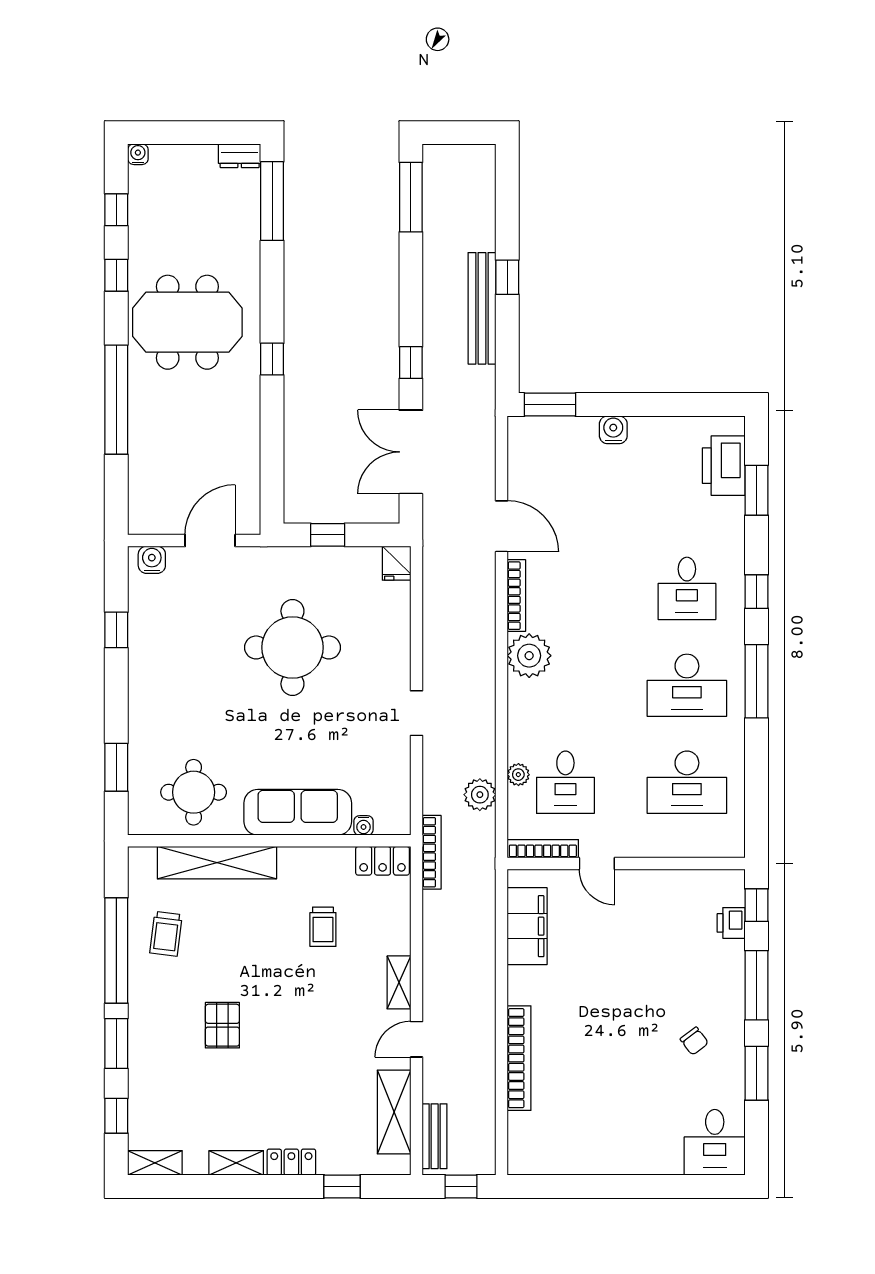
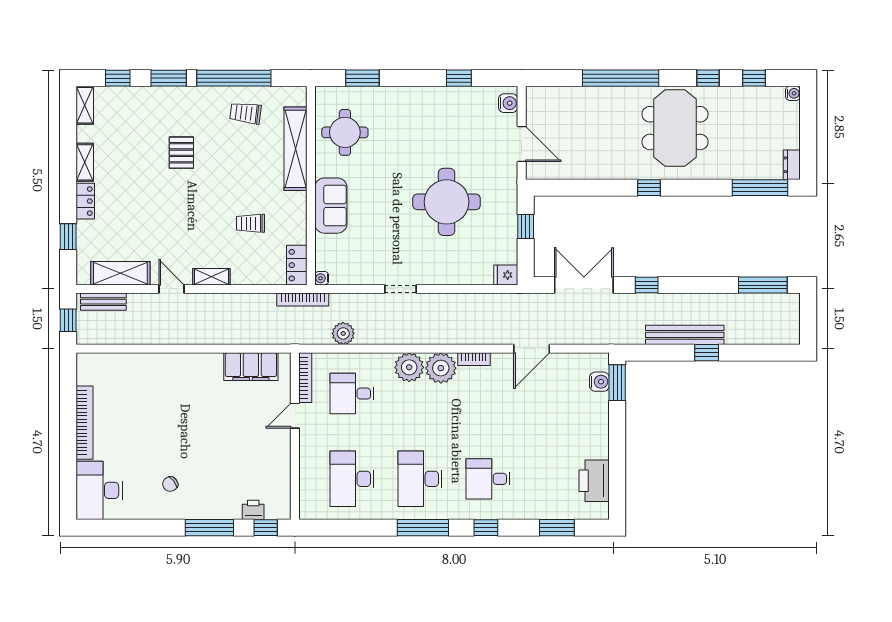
water cooler: (613, 430) -> (599, 382), moved
printer: (724, 466) -> (594, 481), moved, turned -90
bookcase: (516, 596) -> (474, 359), width x0.64
plant: (518, 775) -> (409, 367), moved, width x1.87, depth x1.87
sofa: (298, 812) -> (331, 206), width x0.73
water cooler: (364, 825) -> (322, 278), moved
pallet: (222, 1025) -> (181, 153), turned 90
bookcase: (519, 1058) -> (84, 423), moved, turned -90
window: (756, 1073) -> (148, 528), removed
desk: (715, 1142) -> (99, 490), width x1.37

